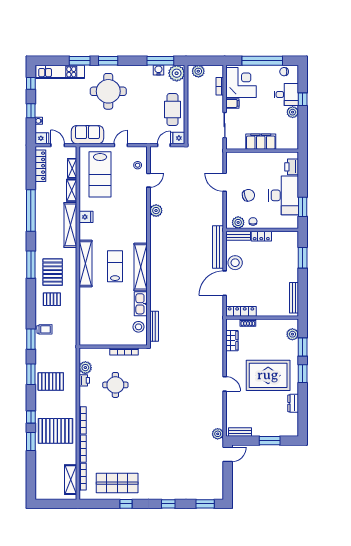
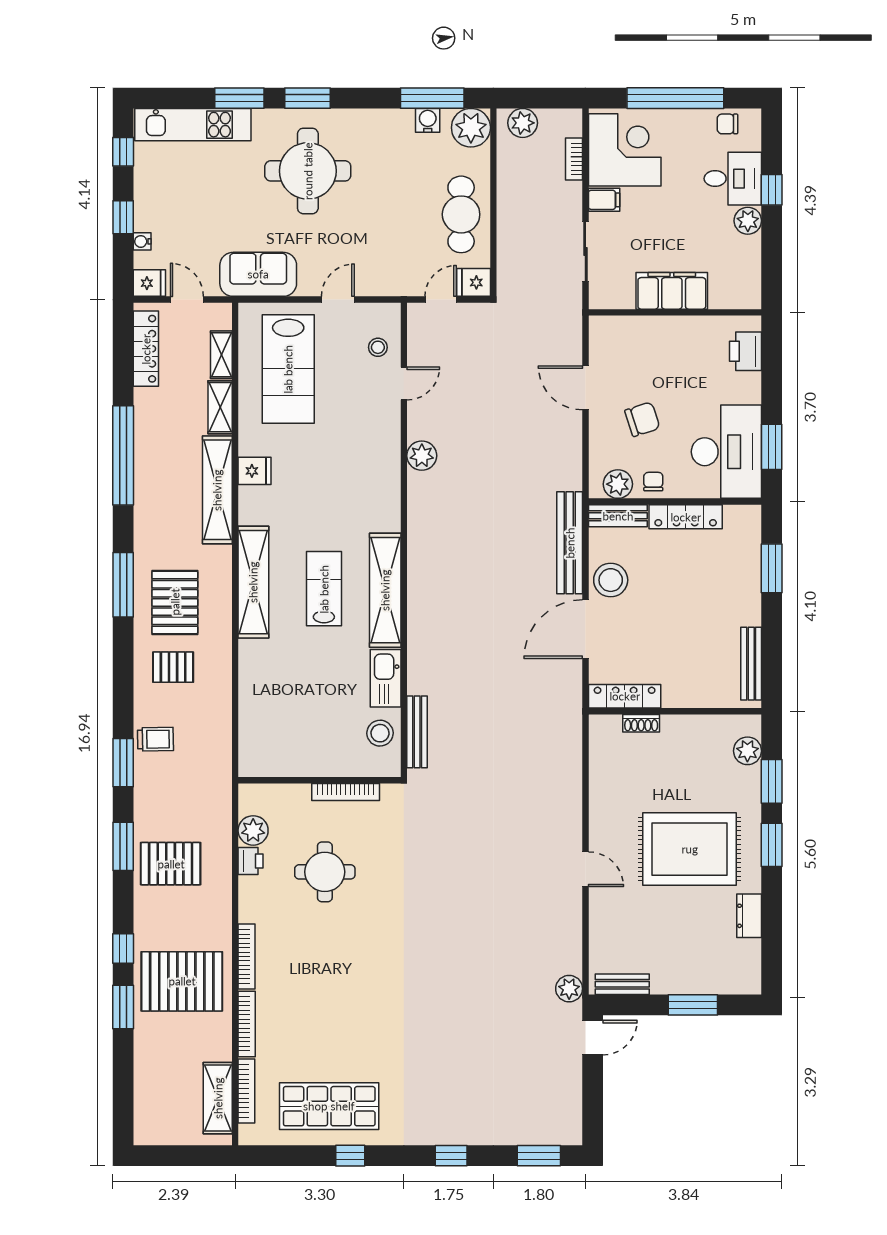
desk: (284, 195) -> (726, 452), moved
locker: (261, 236) -> (686, 517), width x1.53
wardrobe: (232, 341) -> (603, 766), removed

